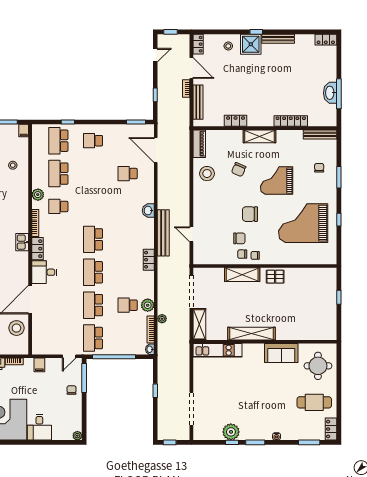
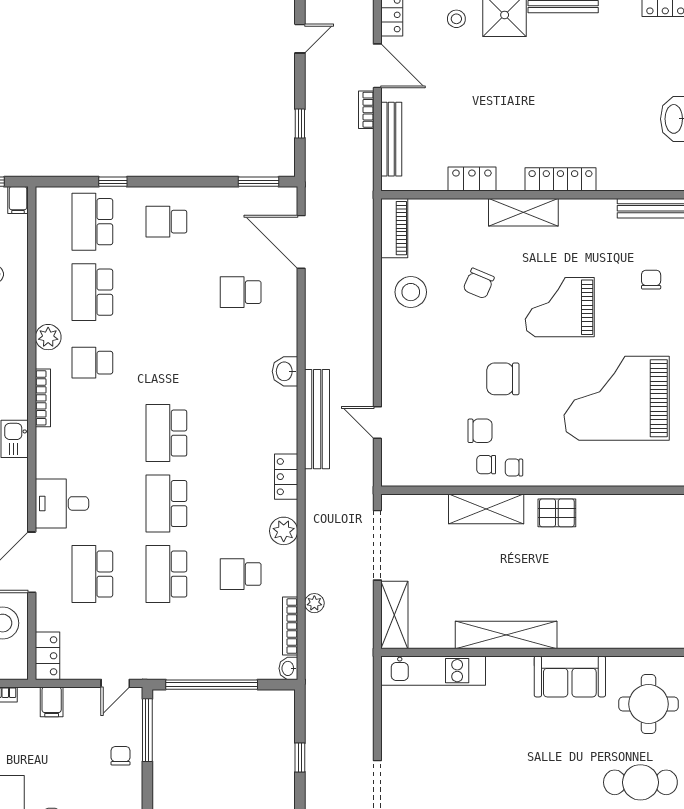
locker: (291, 121) -> (560, 179), moved
locker: (37, 249) -> (47, 656), moved
plant: (148, 305) -> (284, 531), moved
school desk: (93, 338) -> (92, 574), moved

